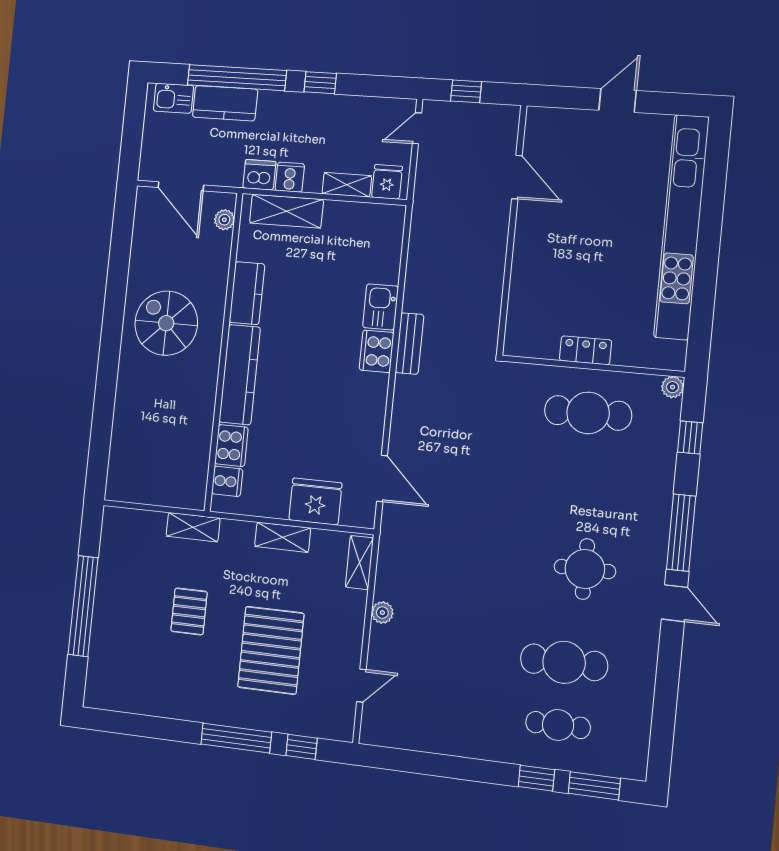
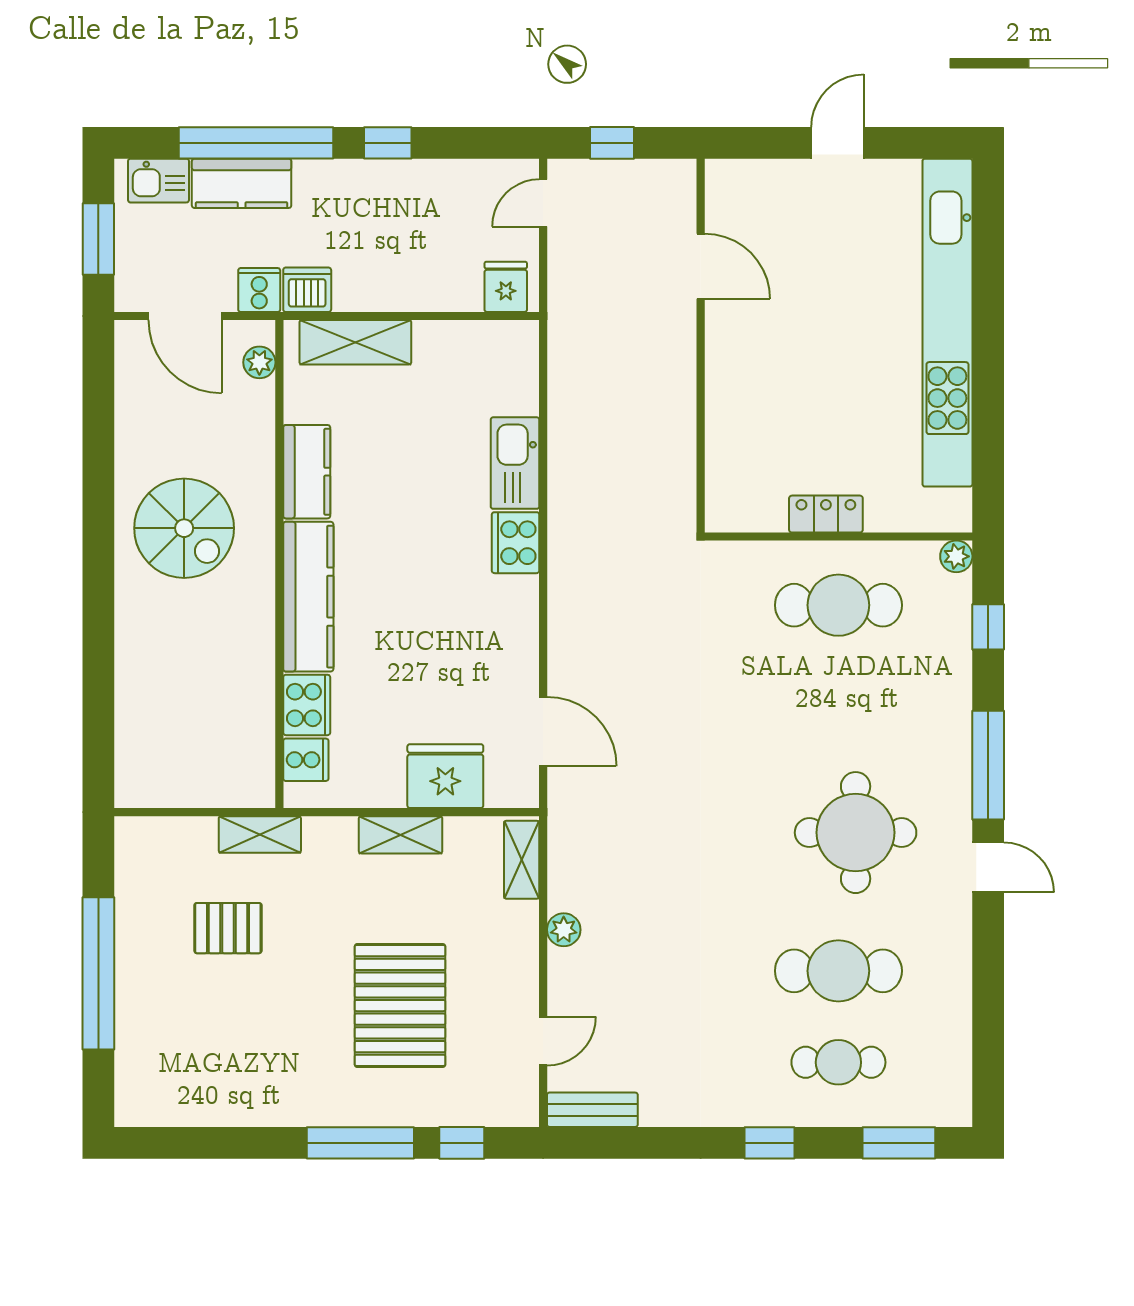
window: (132, 133) -> (98, 239), added
cooker: (290, 177) -> (259, 290), moved
shelving: (347, 185) -> (445, 296), removed
kitchen sink: (381, 307) -> (515, 463), width x1.38
spiral stairs: (166, 323) -> (184, 528), turned 180
bench: (410, 344) -> (592, 1110), moved, turned 90
round table: (585, 569) -> (856, 833), width x1.36, depth x1.36
pallet: (189, 611) -> (228, 928), moved, turned 90
window: (536, 778) -> (769, 1143), moved

